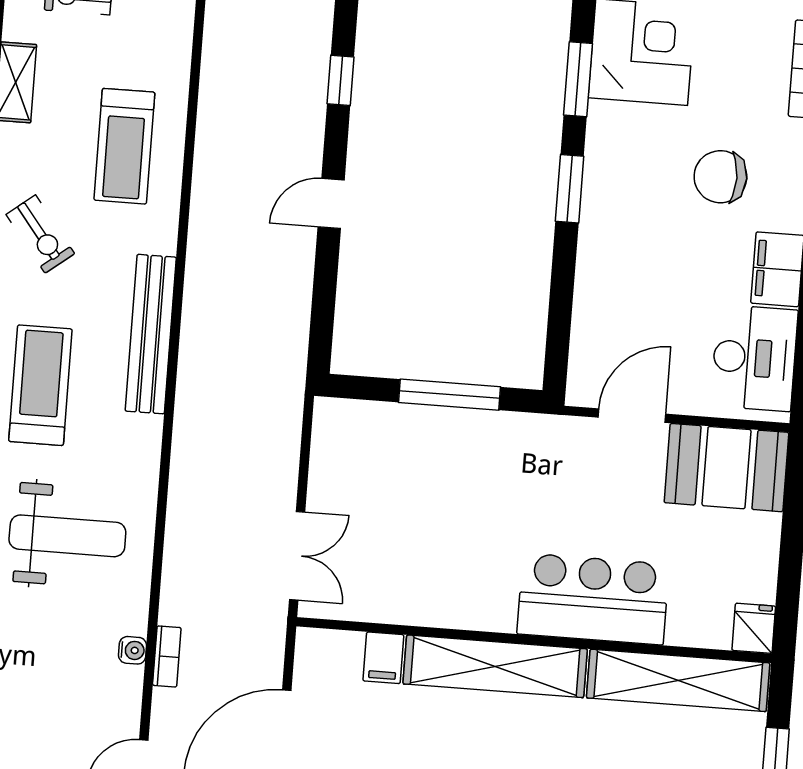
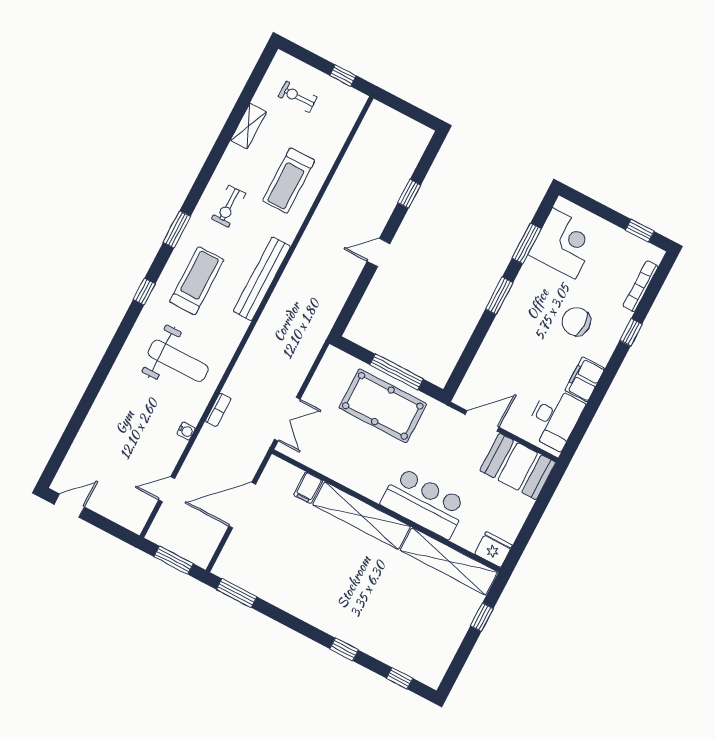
exercise bike: (40, 234) -> (229, 206), turned 38
pool table: (451, 463) -> (383, 406), added
fridge: (754, 628) -> (494, 550), width x1.38
bookcase: (167, 656) -> (218, 410), moved

